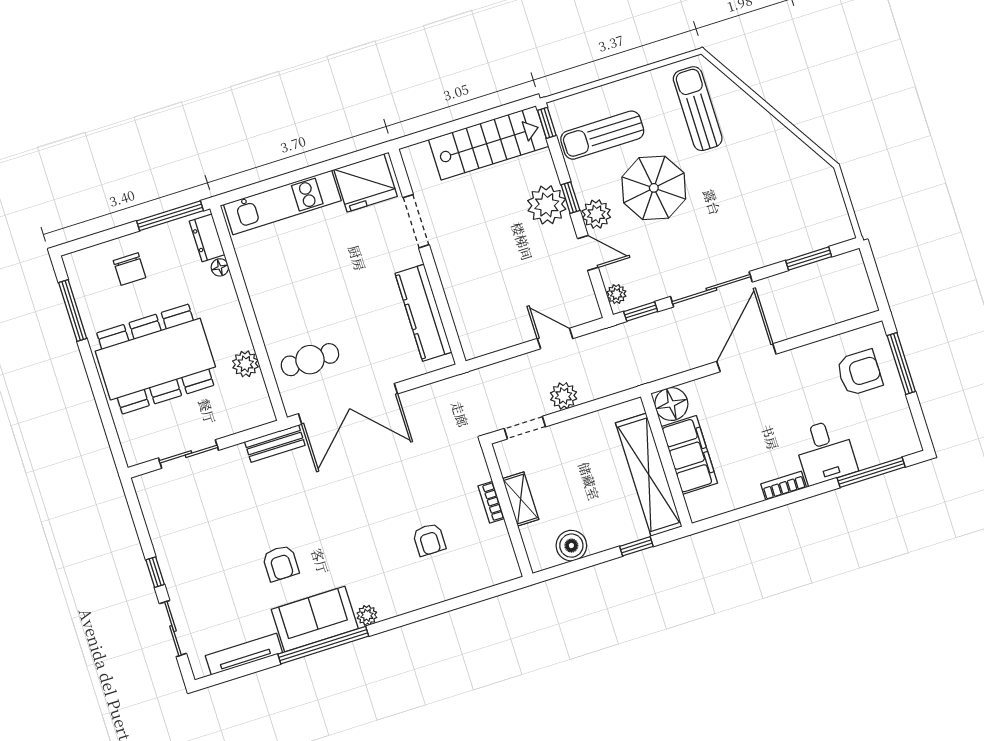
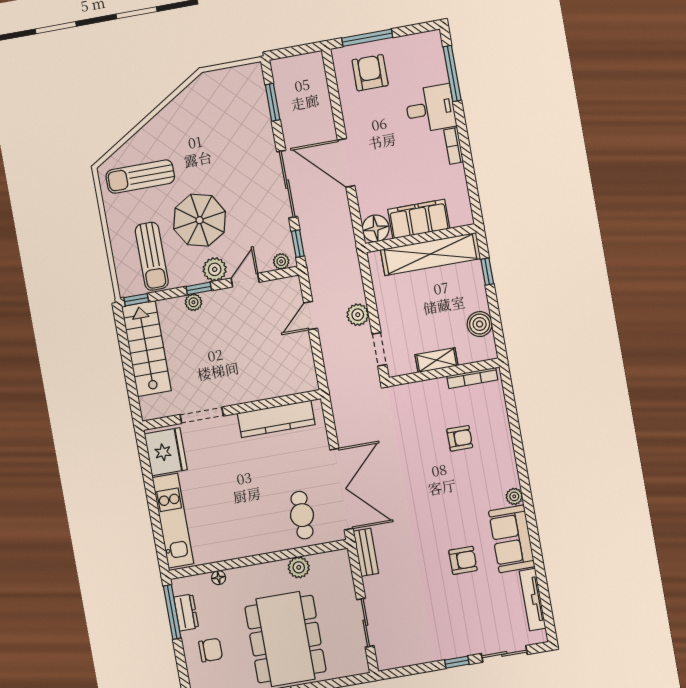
plant: (547, 205) -> (193, 302), width x0.53, depth x0.53
dresser: (207, 238) -> (186, 612), moved, turned -90
bookcase: (491, 502) -> (472, 378), moved, width x1.56
window: (323, 645) -> (534, 535), removed

